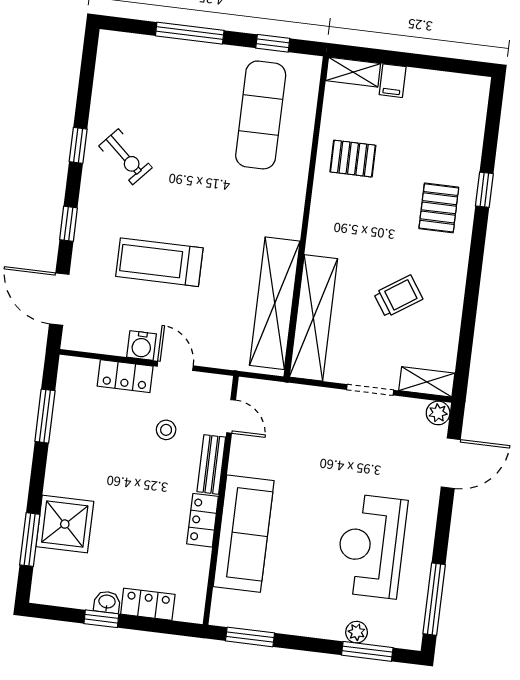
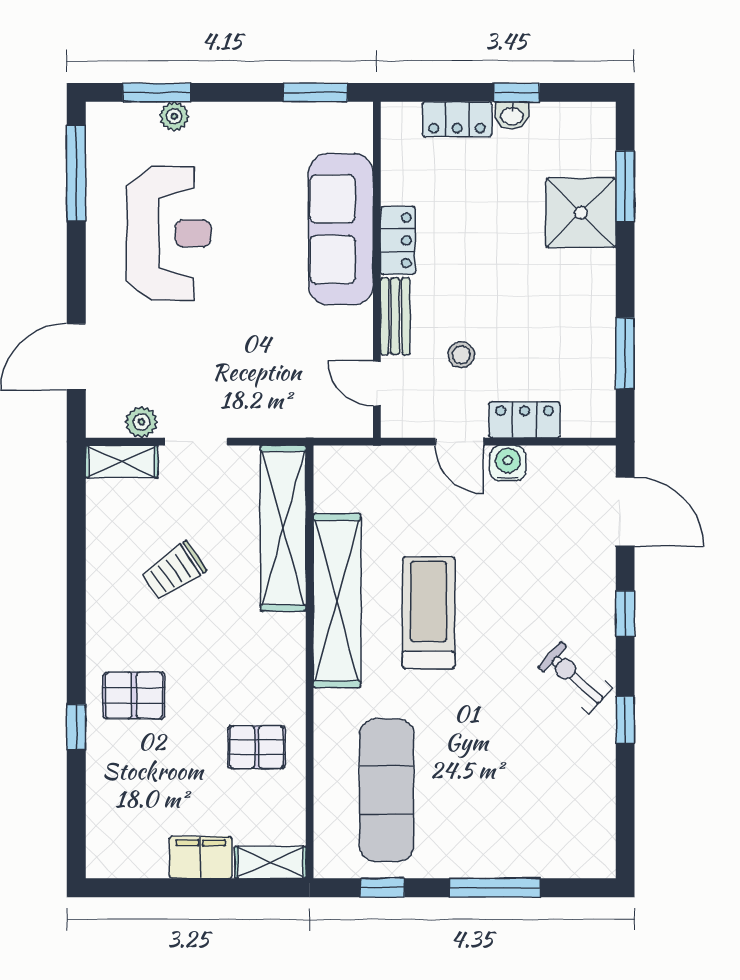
filing cabinet: (393, 81) -> (201, 857), width x2.00
exercise bike: (126, 157) -> (575, 677), moved
pallet: (439, 208) -> (134, 695), turned 90
treadmill: (159, 262) -> (429, 613), moved, turned -90
shelving: (275, 303) -> (337, 601), moved
plant: (438, 413) -> (141, 422), moved

